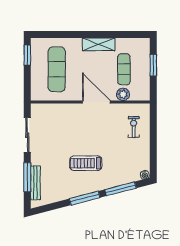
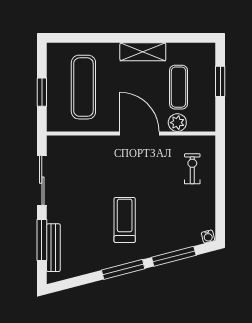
window: (27, 55) -> (42, 92), moved
treadmill: (86, 163) -> (125, 220), turned 90

